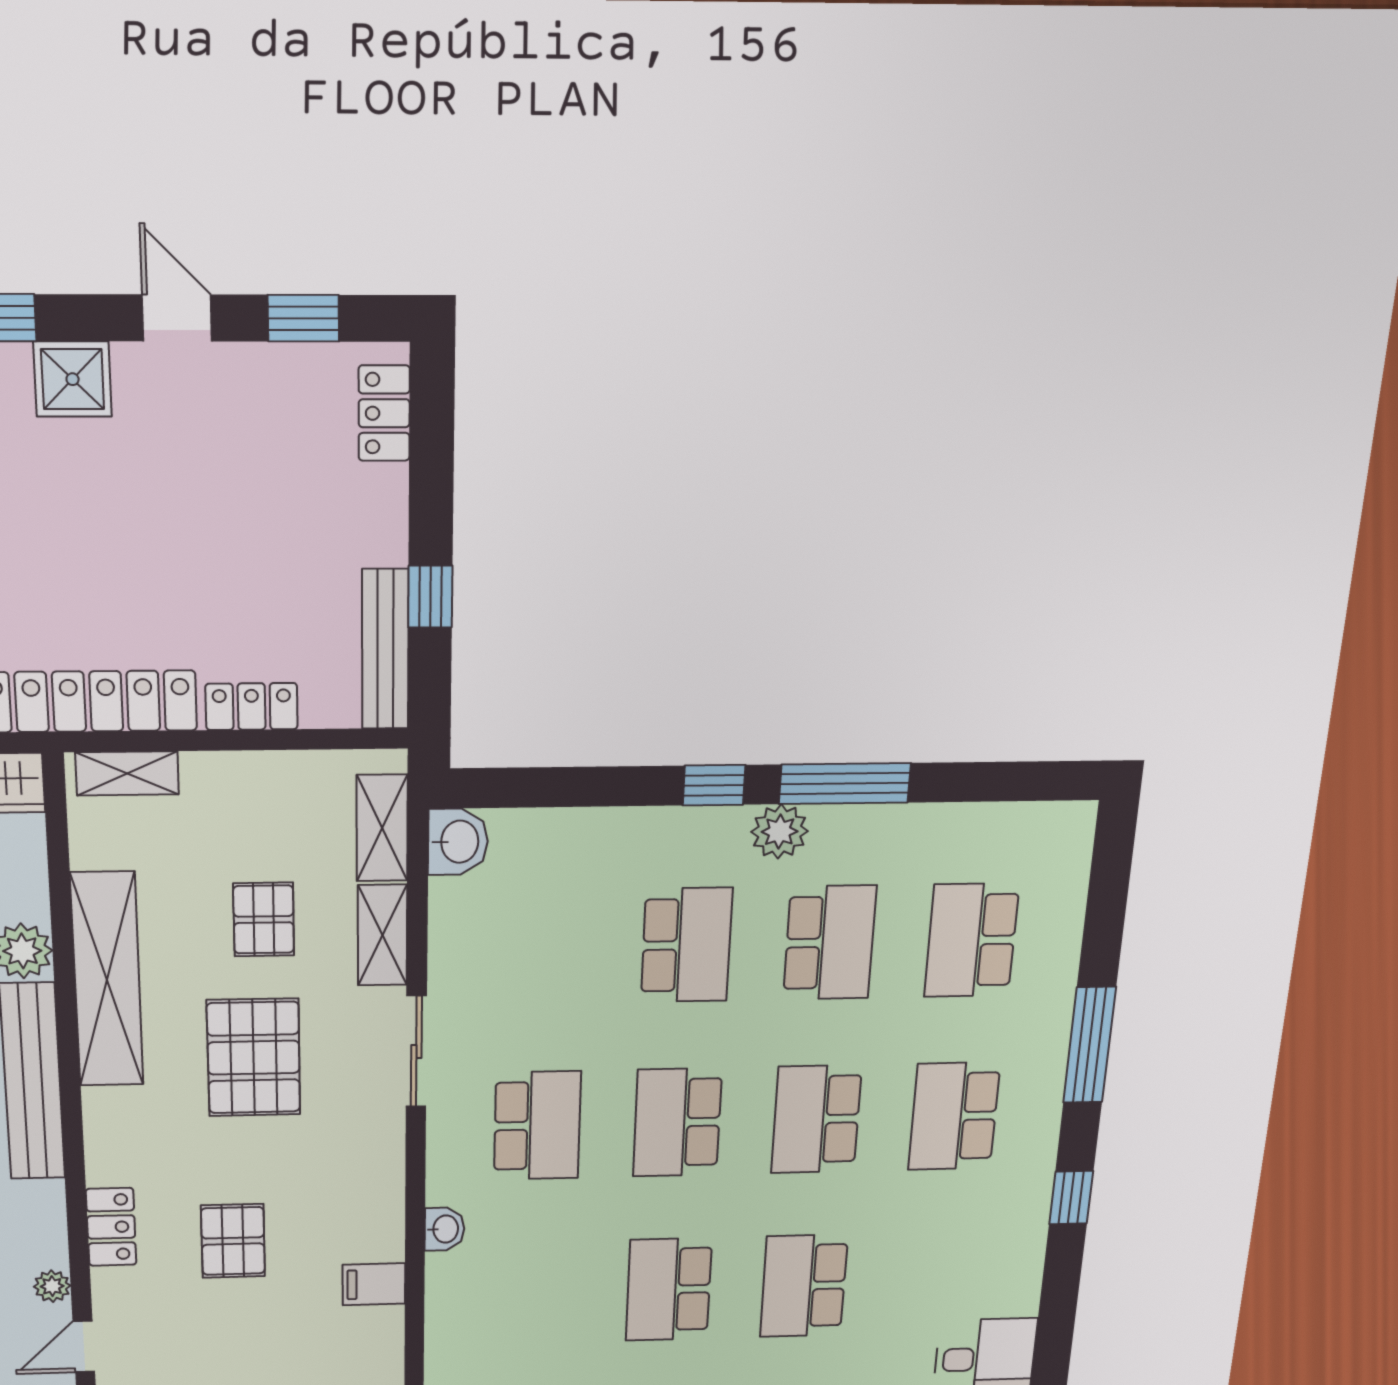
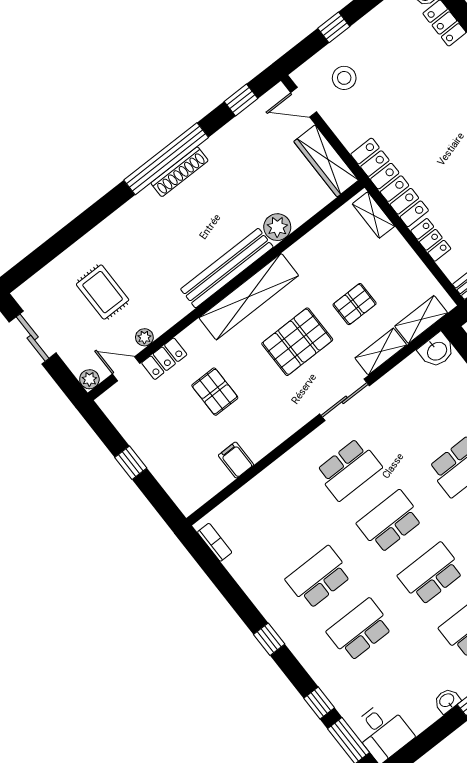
shelving: (107, 980) -> (249, 297), moved
locker: (111, 1227) -> (164, 359), moved
washbasin: (445, 1229) -> (447, 701), moved, turned 180
pallet: (233, 1241) -> (215, 392), turned 90

